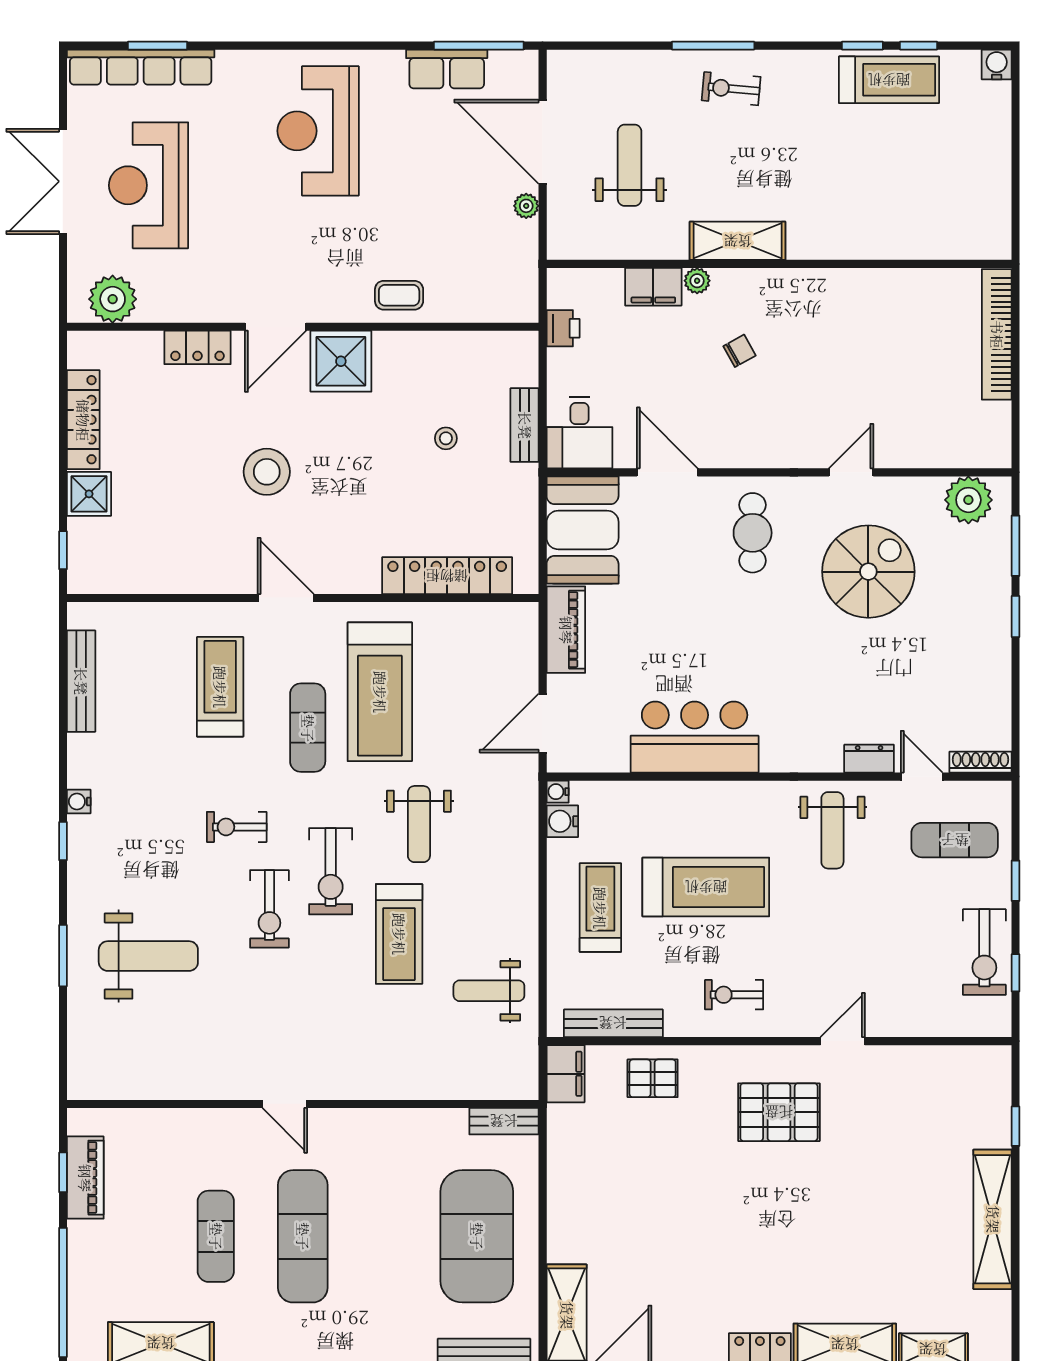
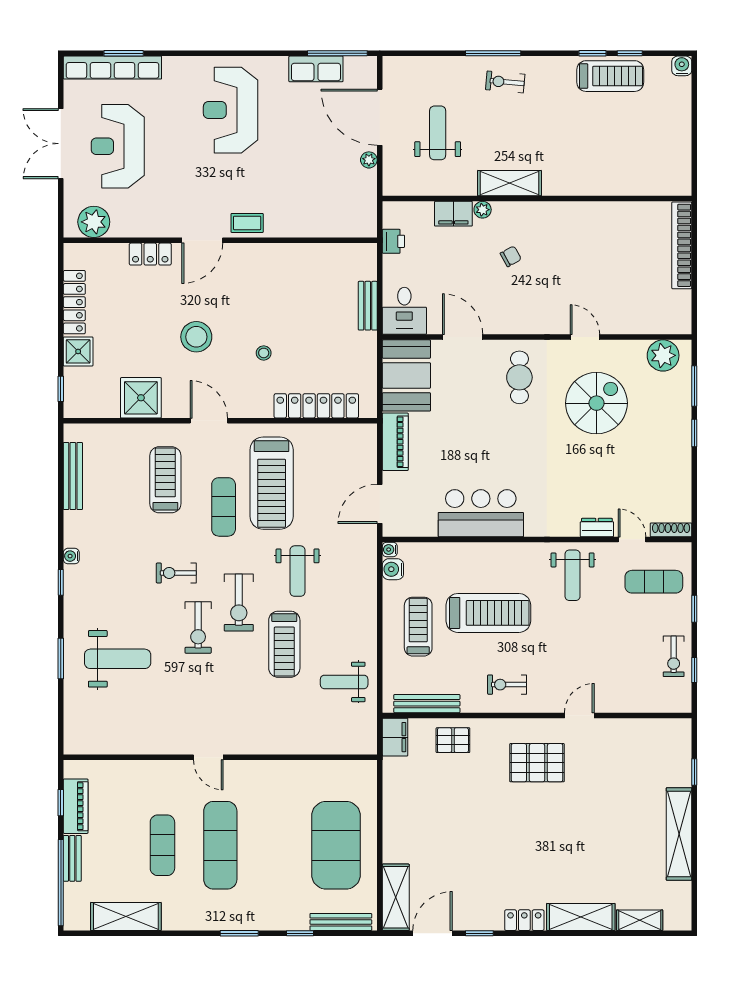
coffee table: (399, 295) -> (247, 223), moved
shower: (341, 361) -> (141, 398), moved
stool: (446, 438) -> (264, 353), moved
door: (851, 472) -> (585, 337), hinge flipped
exercise bike: (984, 952) -> (674, 656), width x0.73, depth x0.72
bench: (504, 1121) -> (72, 858), moved, turned 90

